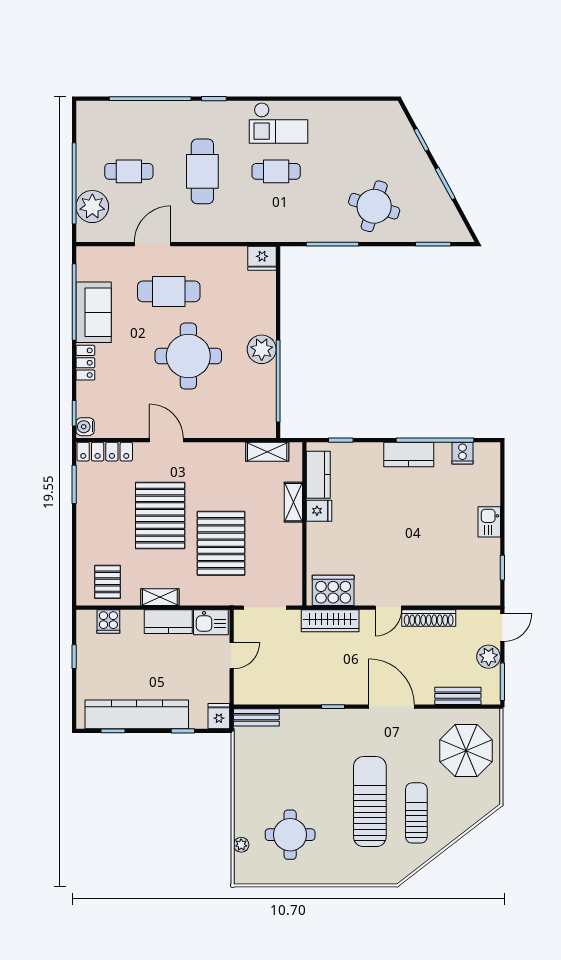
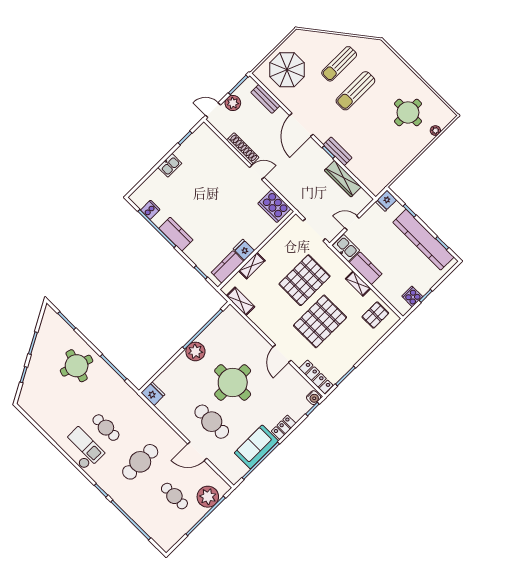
wardrobe: (330, 621) -> (343, 179), moved, turned 180
cooker: (108, 622) -> (412, 296), moved, turned -90
bench: (256, 717) -> (338, 151), moved
sun lounger: (370, 802) -> (355, 91), width x0.73, depth x0.75

